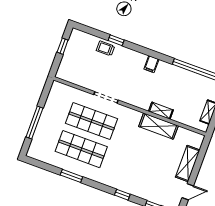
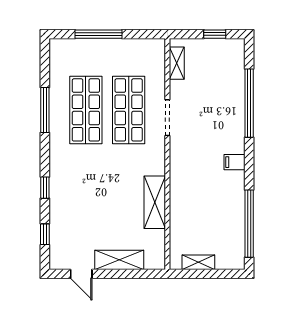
window: (116, 40) -> (249, 103), width x3.17
trolley: (105, 48) -> (233, 93), removed
shelving: (161, 111) -> (177, 63), moved
window: (71, 176) -> (45, 110), width x1.44

